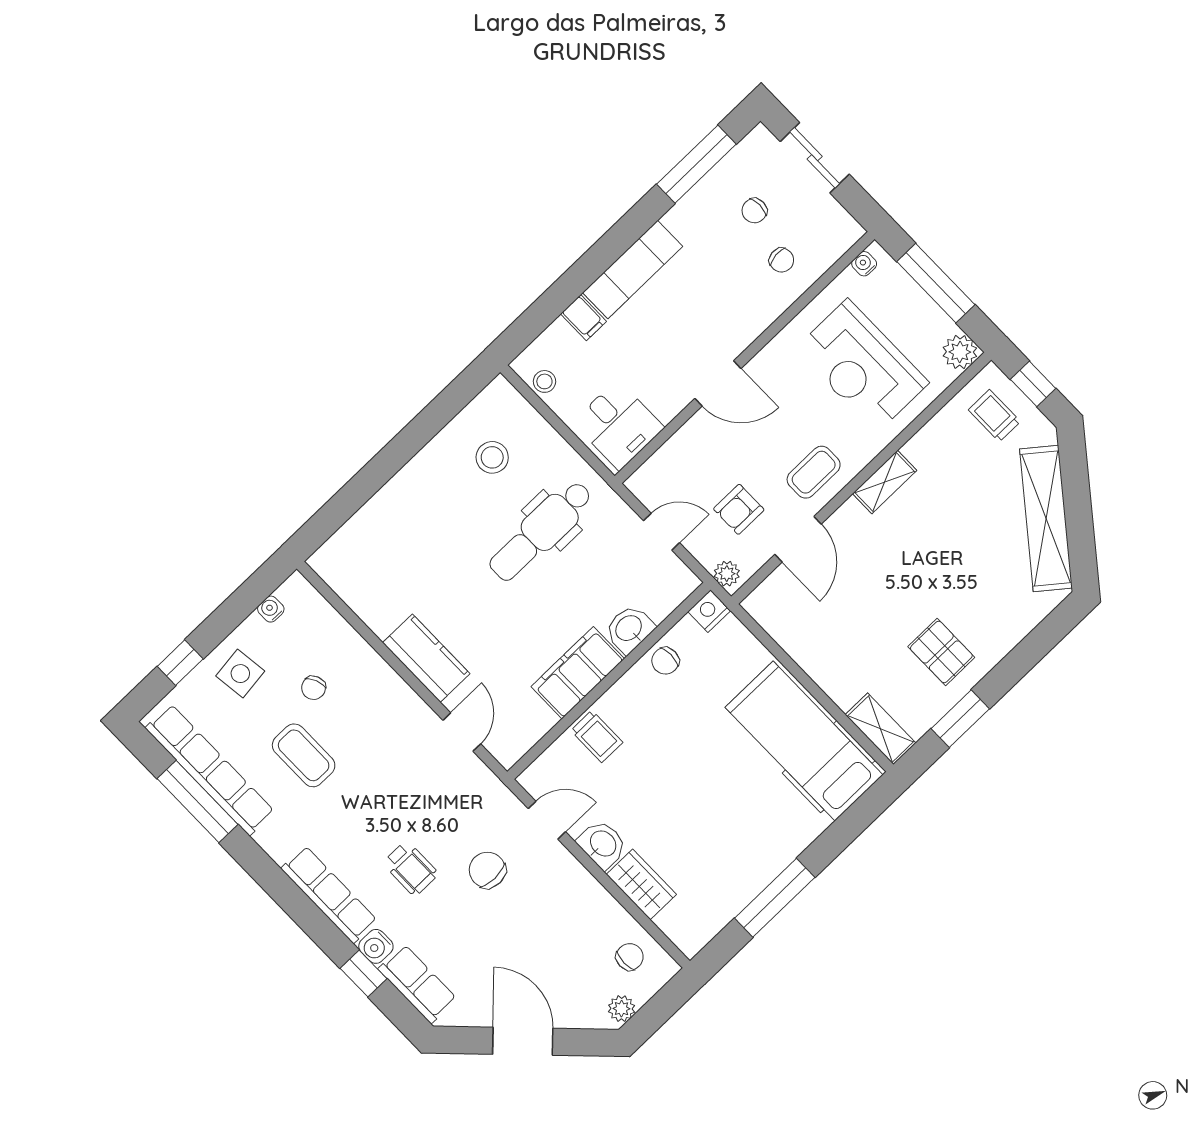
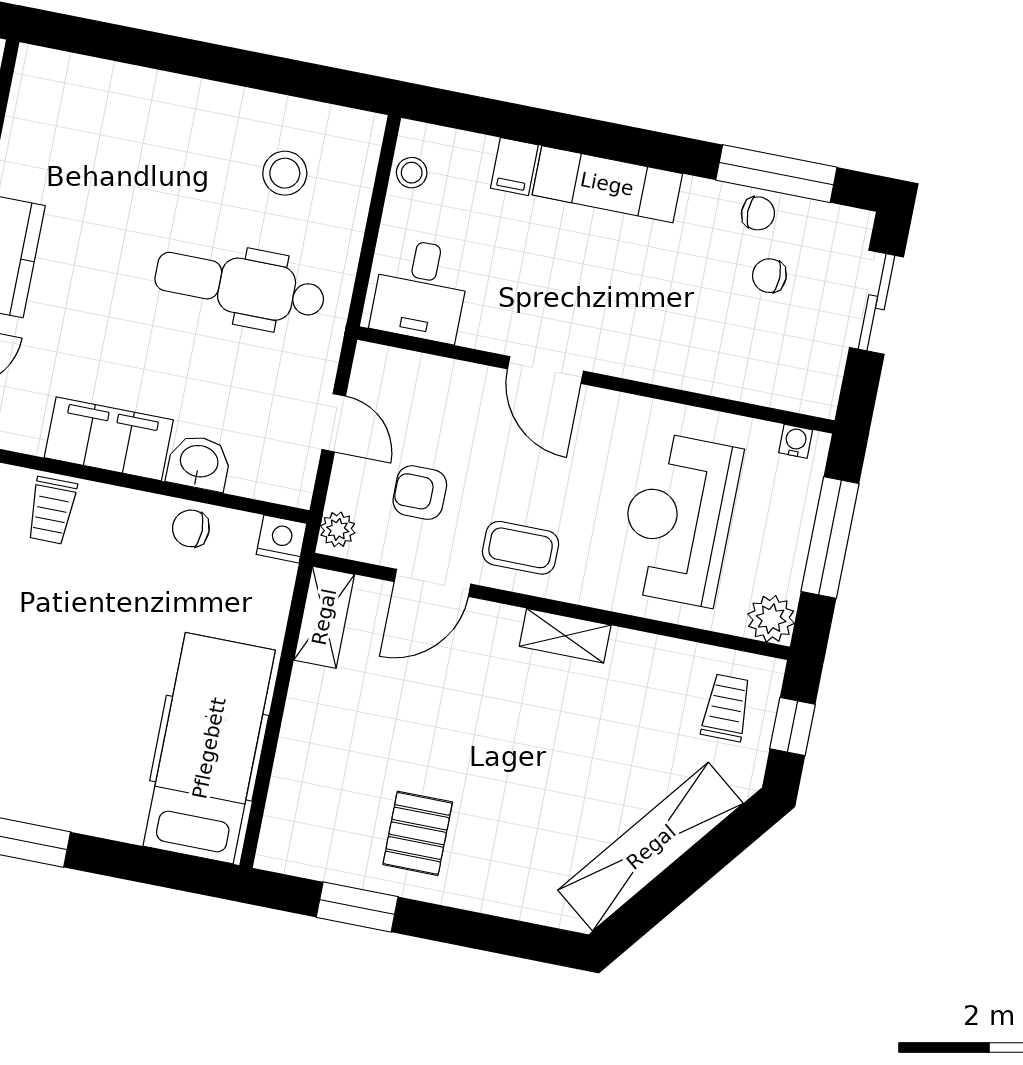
chair: (782, 260) -> (758, 213), moved, turned -84
shelving: (881, 729) -> (324, 617), moved

